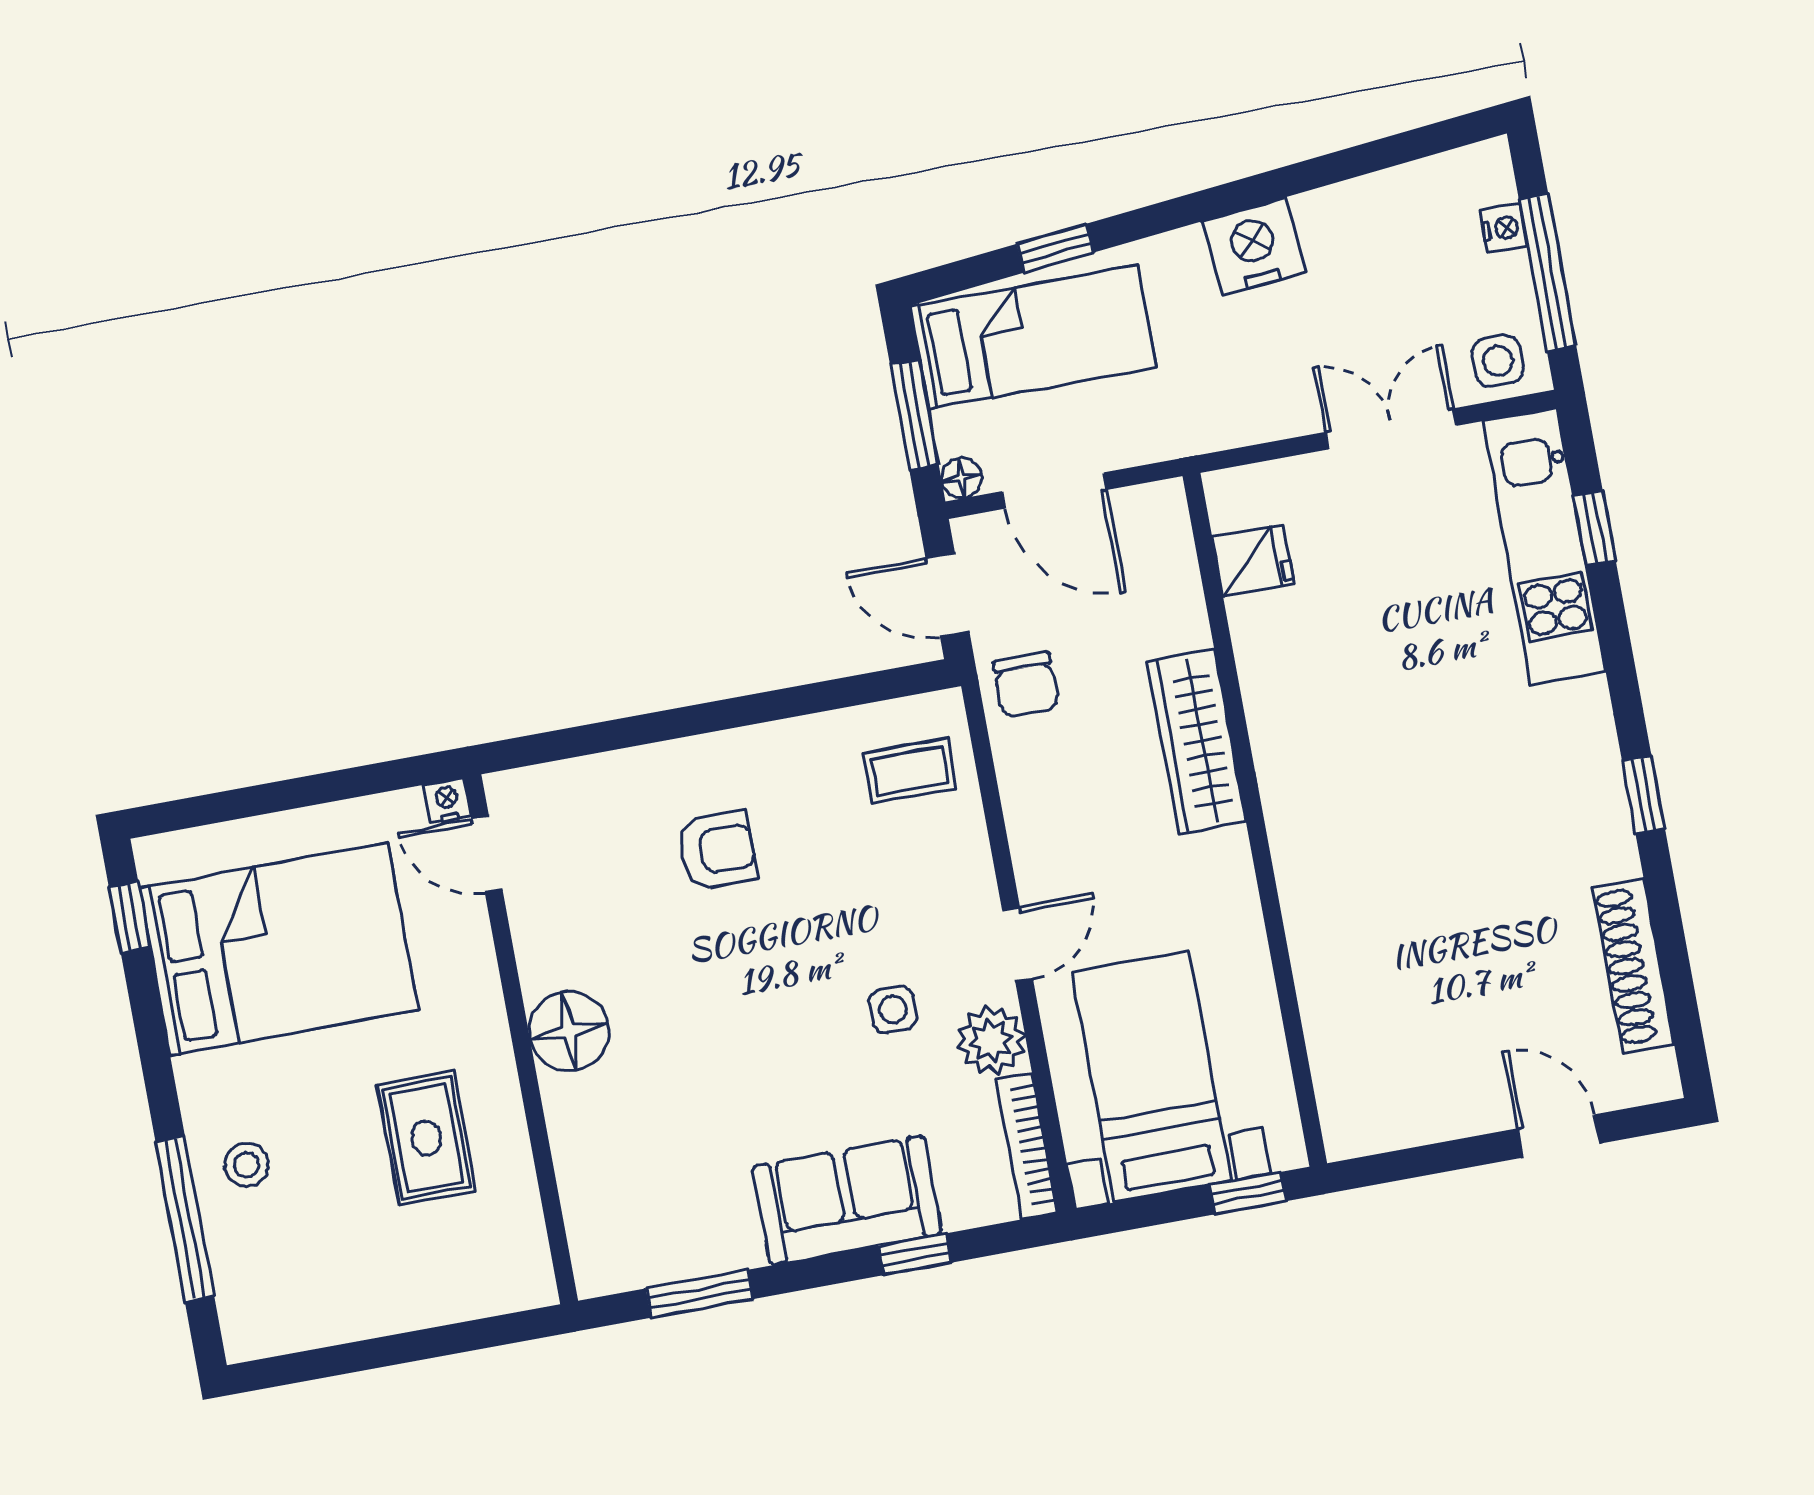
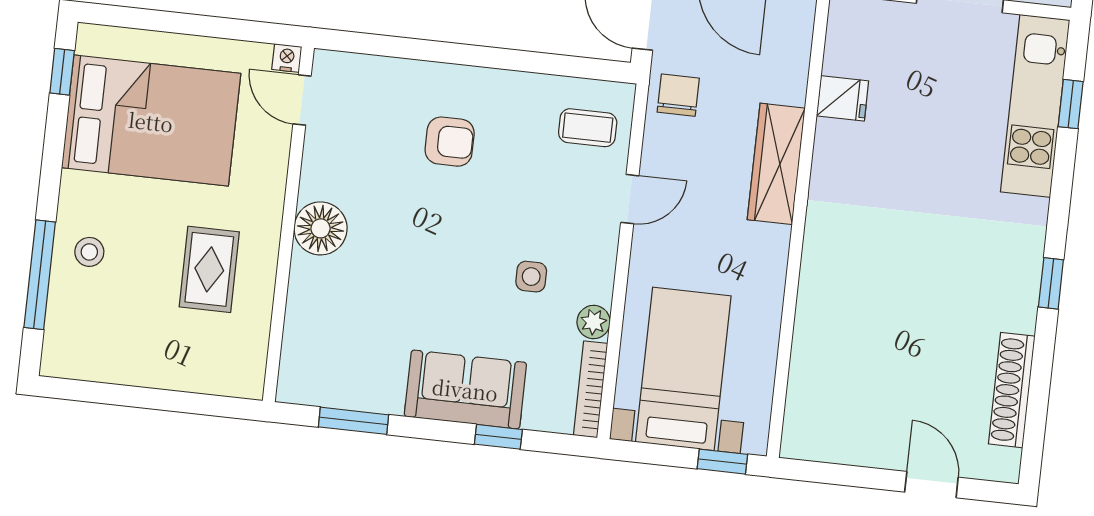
fridge: (1253, 560) -> (843, 98), moved
chair: (1026, 685) -> (678, 95), turned 180
door: (1018, 944) -> (630, 199), moved
plant: (991, 1040) -> (594, 322), width x0.73, depth x0.73

